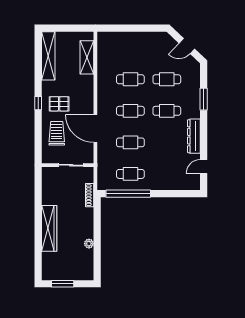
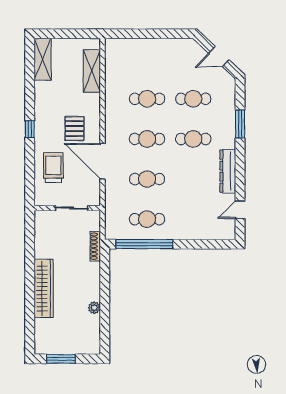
shelving: (48, 56) -> (43, 59), width x0.68
pallet: (59, 104) -> (74, 129), moved, turned 90

